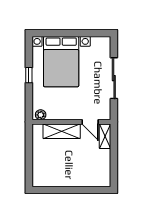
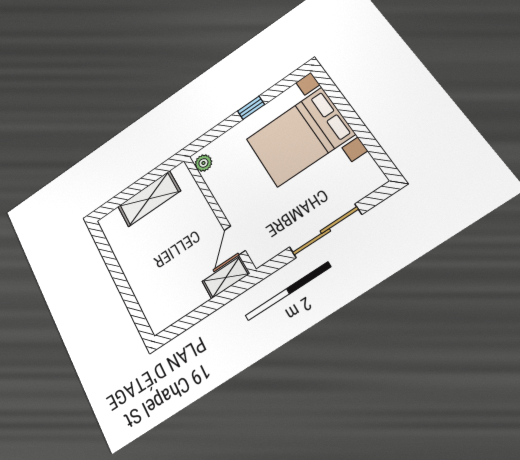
shelving: (62, 131) -> (149, 199), moved, turned 90

